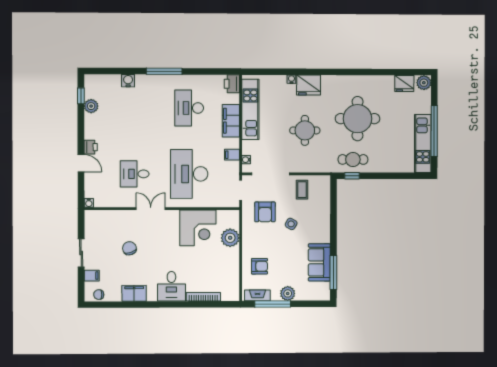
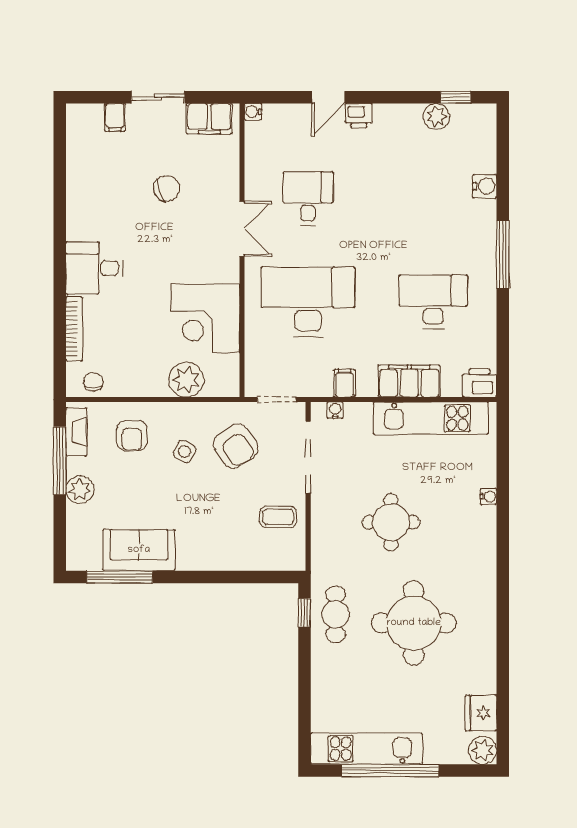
fridge: (309, 85) -> (477, 529), removed
armchair: (265, 212) -> (236, 446), turned -124
side table: (291, 224) -> (184, 452), moved
filing cabinet: (134, 293) -> (209, 119), moved, turned 90
chair: (99, 295) -> (93, 382), moved

